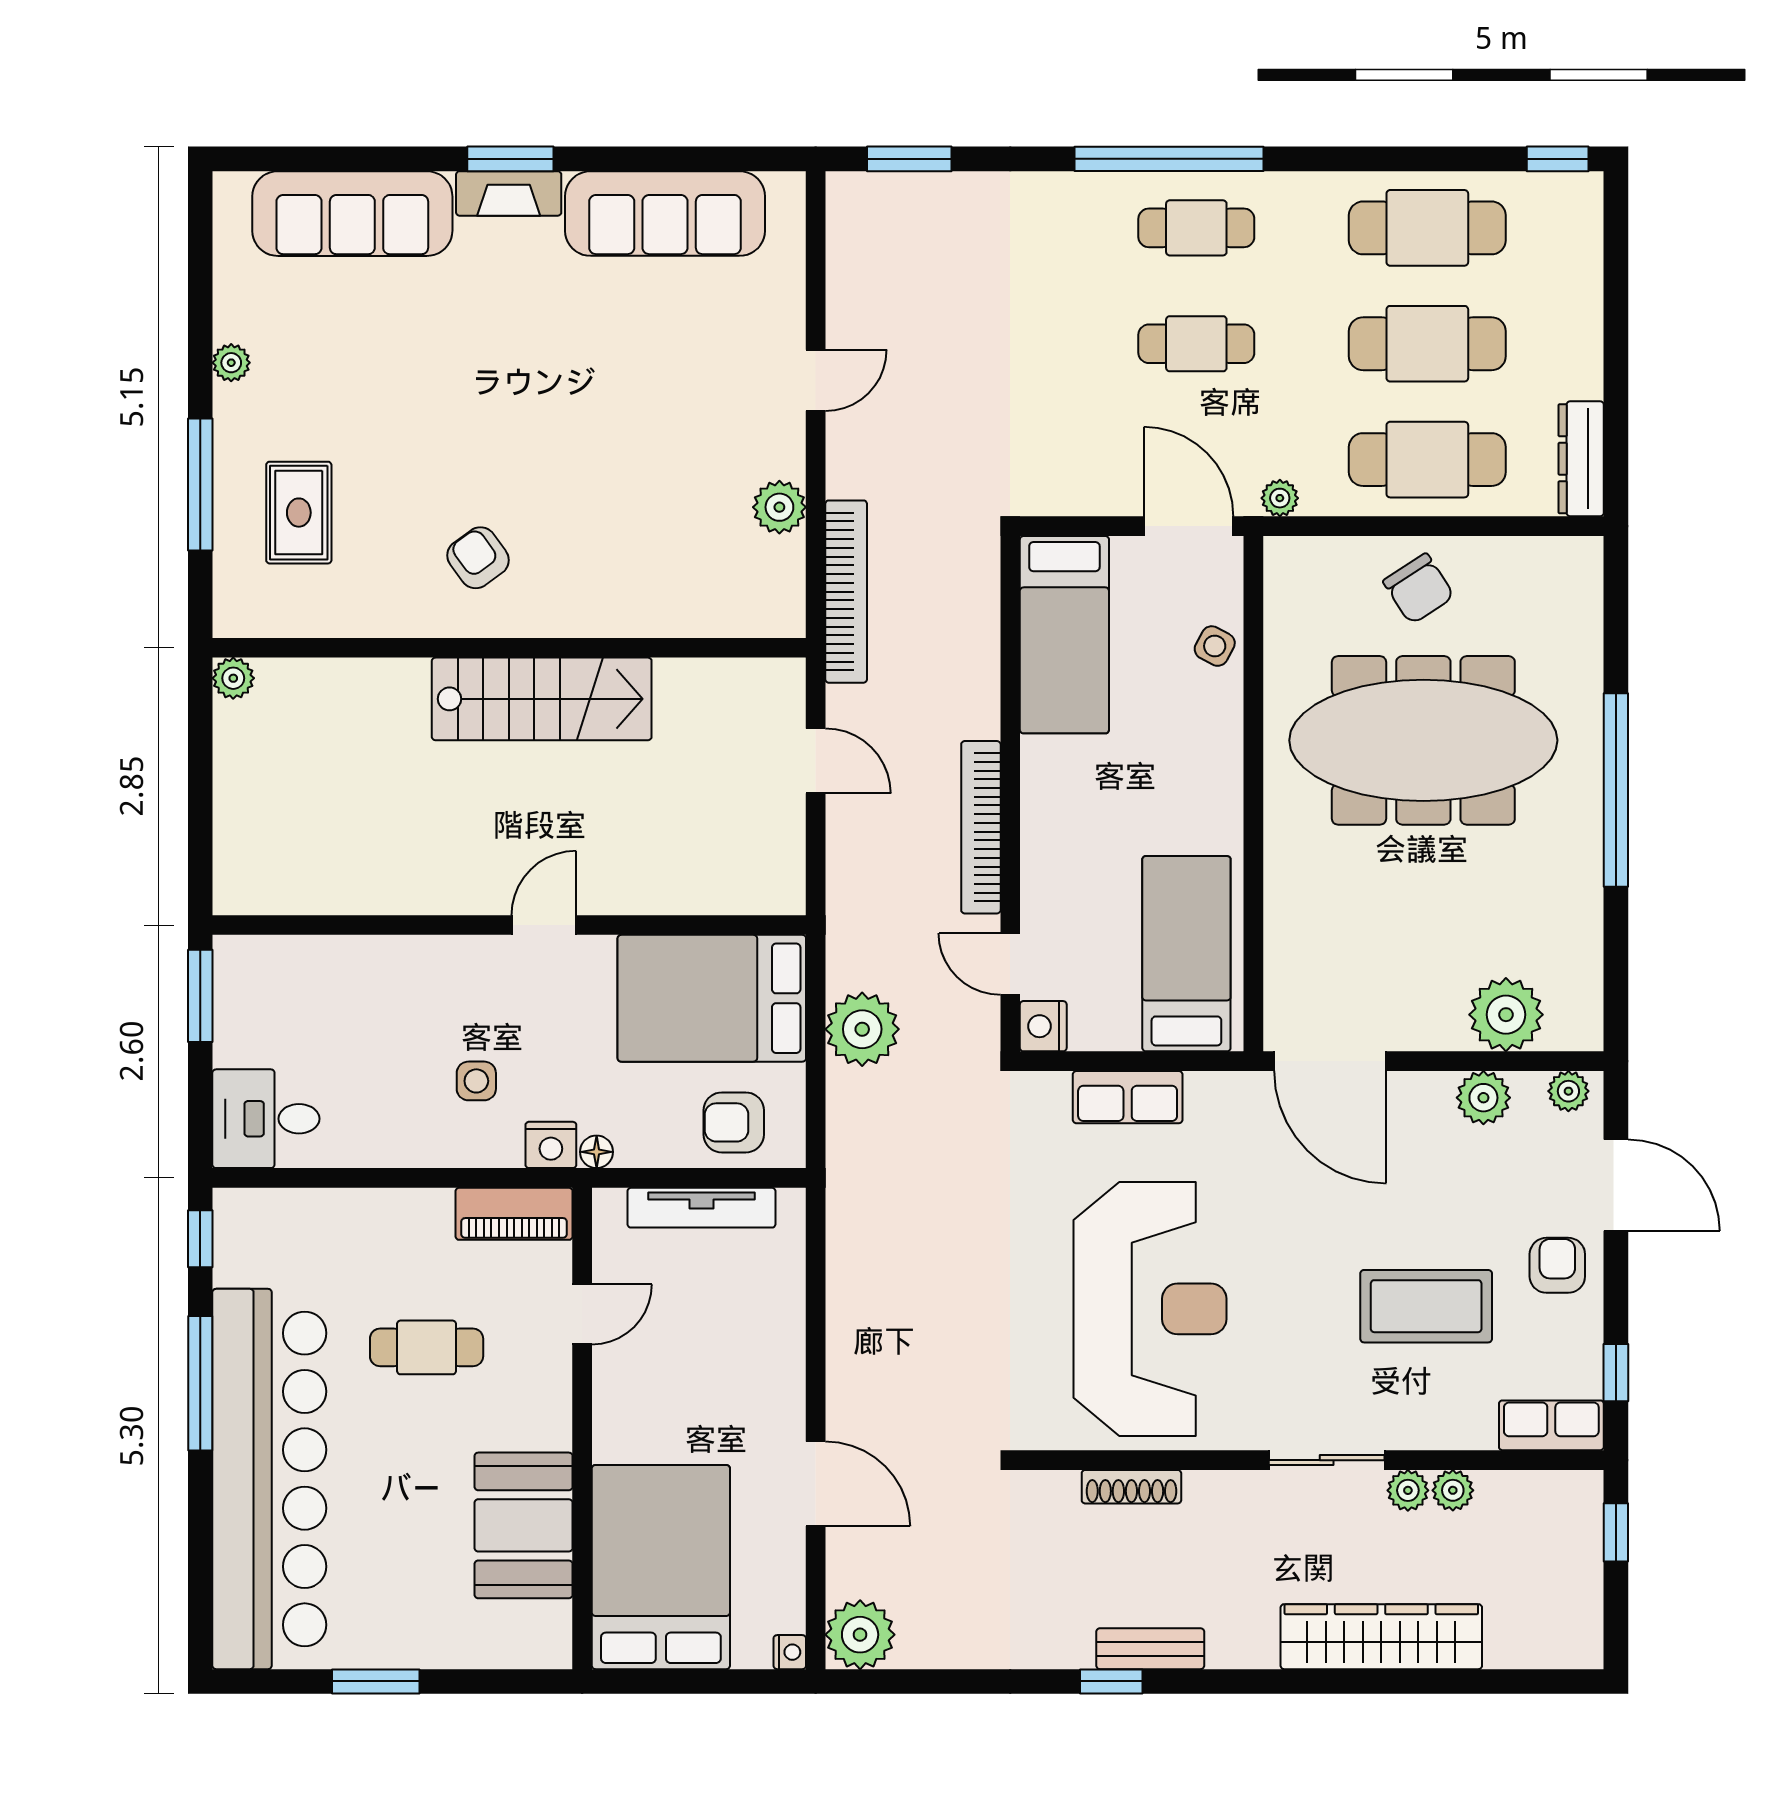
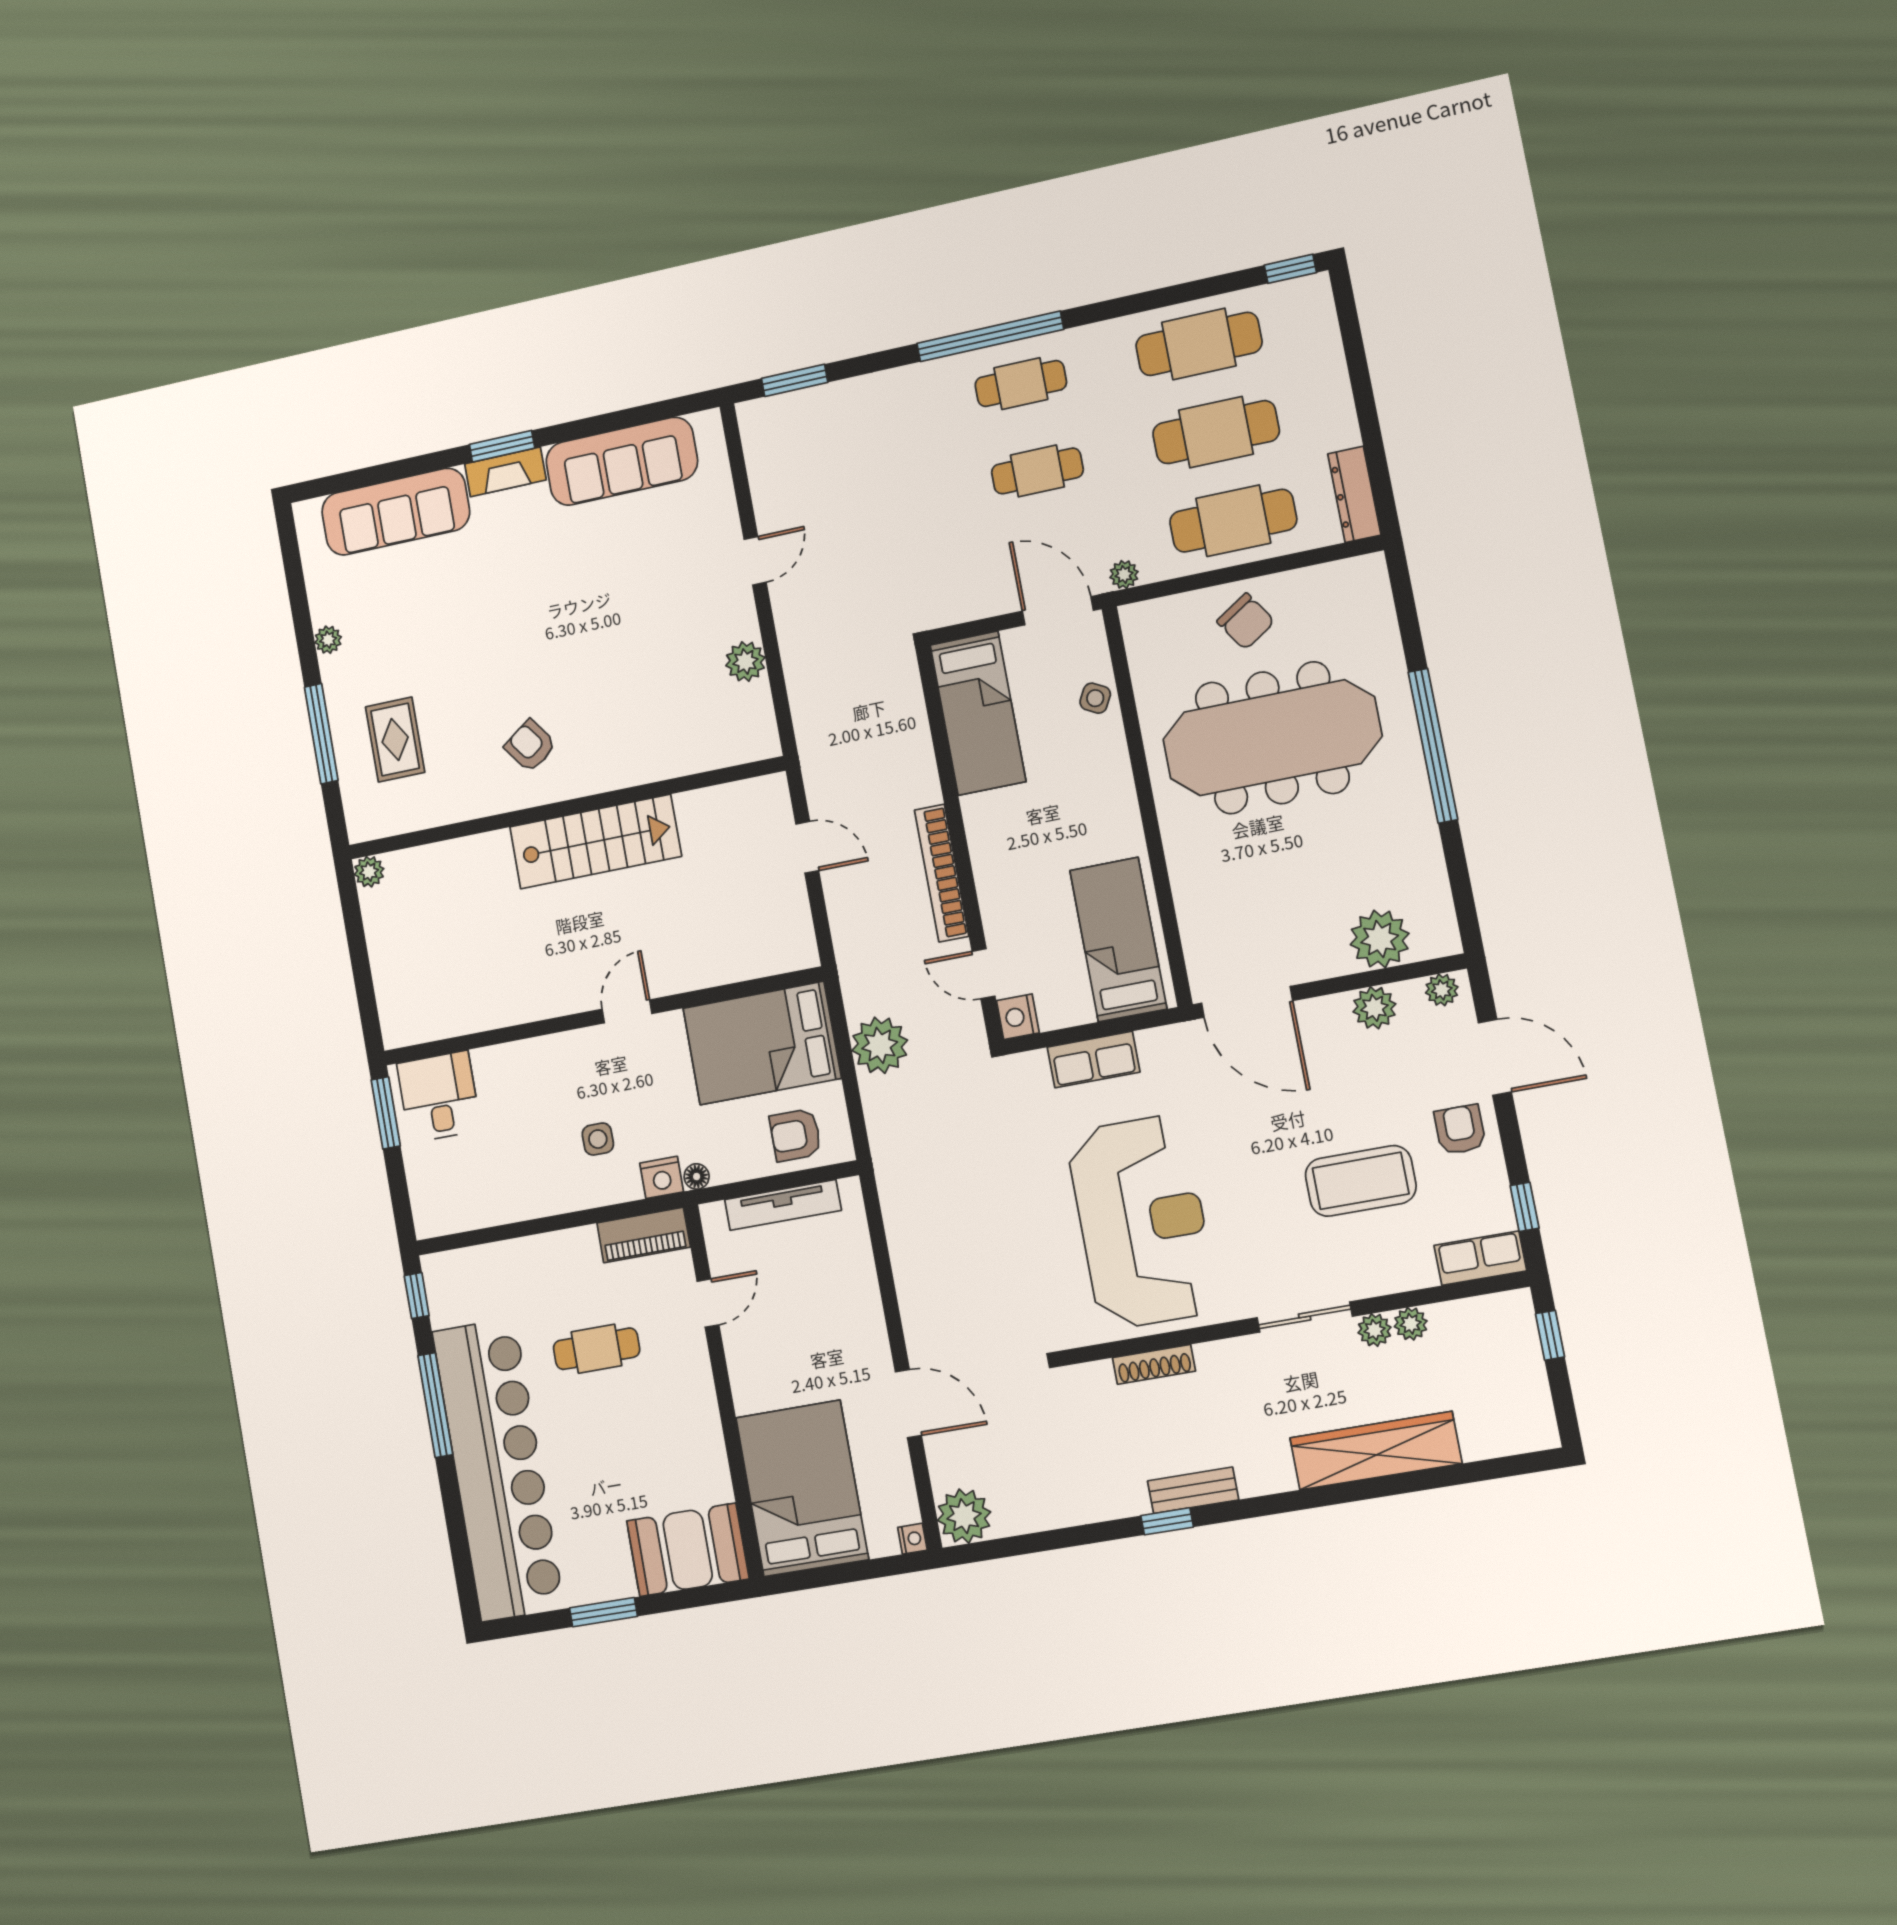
bookcase: (846, 592) -> (807, 715), removed
desk: (266, 1119) -> (439, 1097), moved, turned 90
booth: (524, 1525) -> (688, 1550), moved, turned 90

